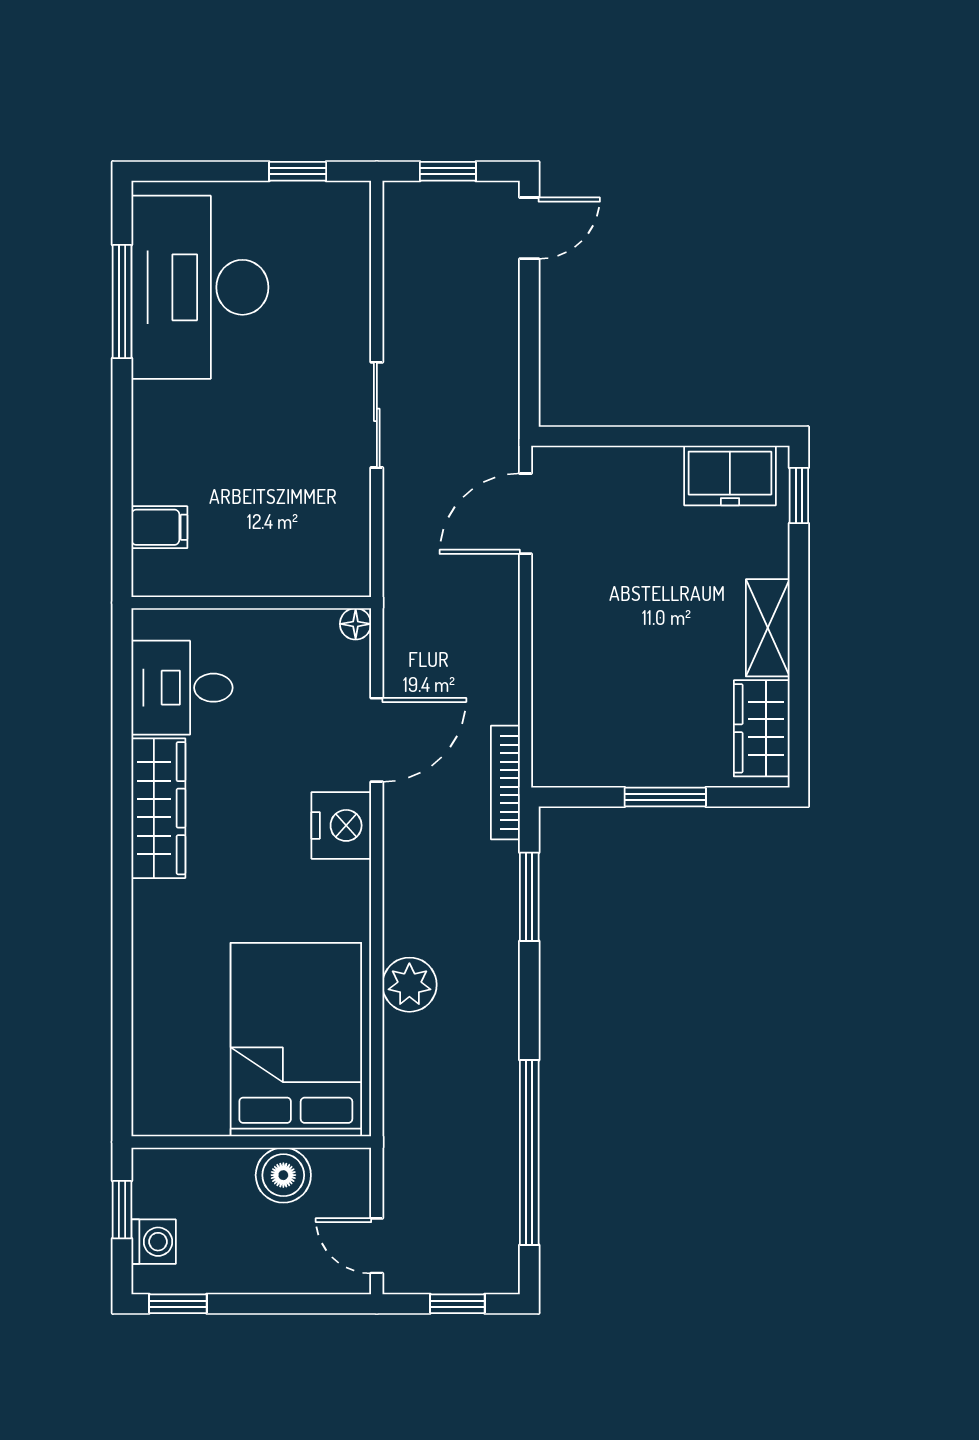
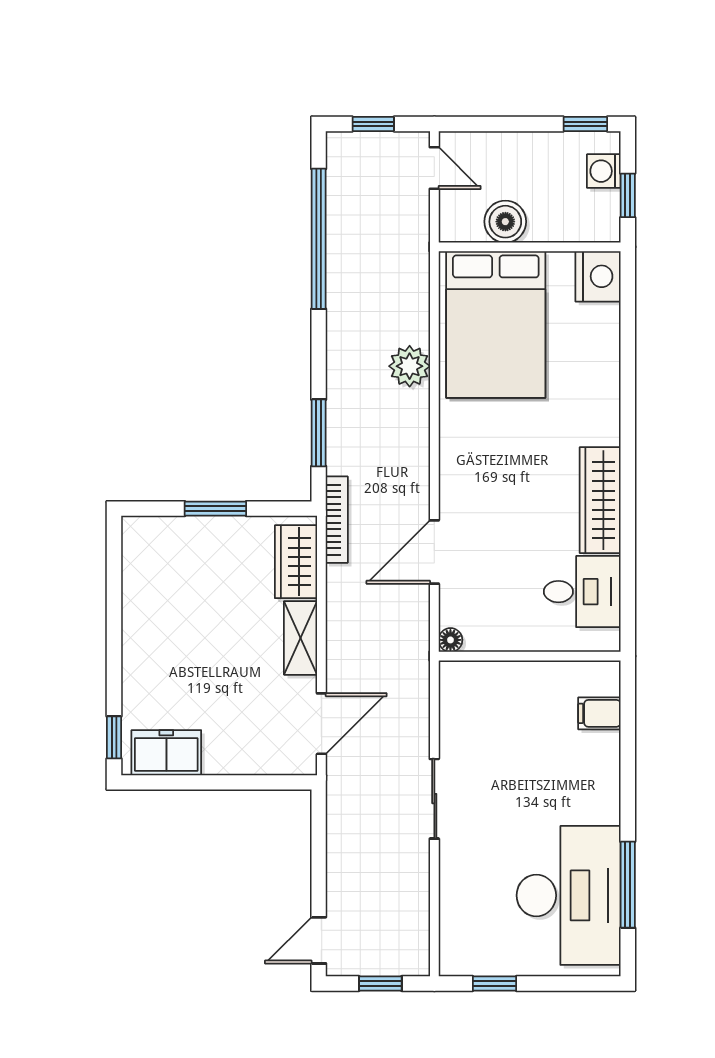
shelving: (768, 628) -> (301, 638), moved
wardrobe: (762, 728) -> (296, 562), moved, turned 180
nightstand: (341, 825) -> (598, 276), moved, turned 180

